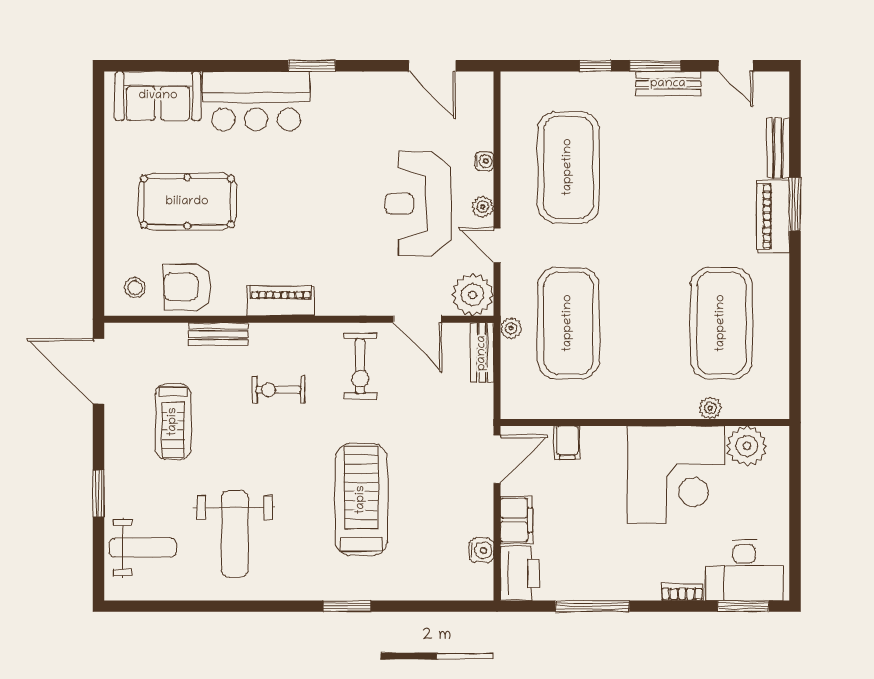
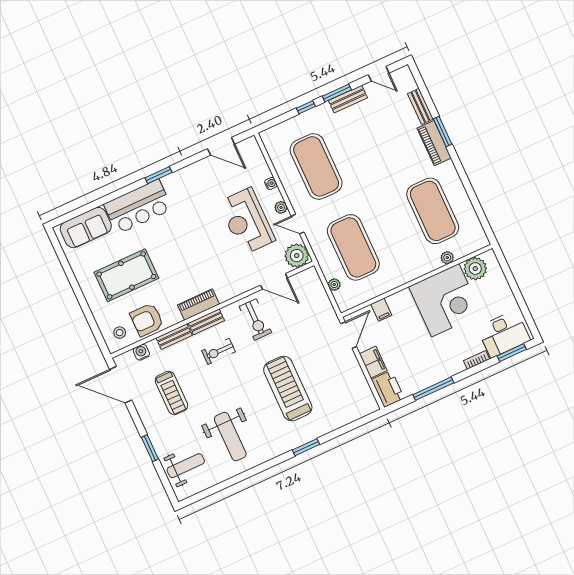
plant: (511, 328) -> (334, 285), moved
bench: (482, 353) -> (206, 322), moved, turned 90
water cooler: (481, 550) -> (141, 352), moved, turned -90

